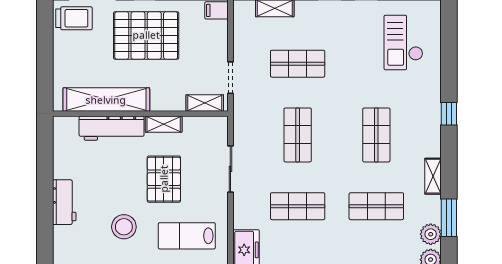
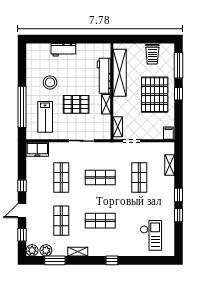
trolley: (74, 18) -> (152, 54), moved
checkout: (403, 42) -> (151, 235), turned 90
lab bench: (187, 236) -> (45, 117), turned 180

